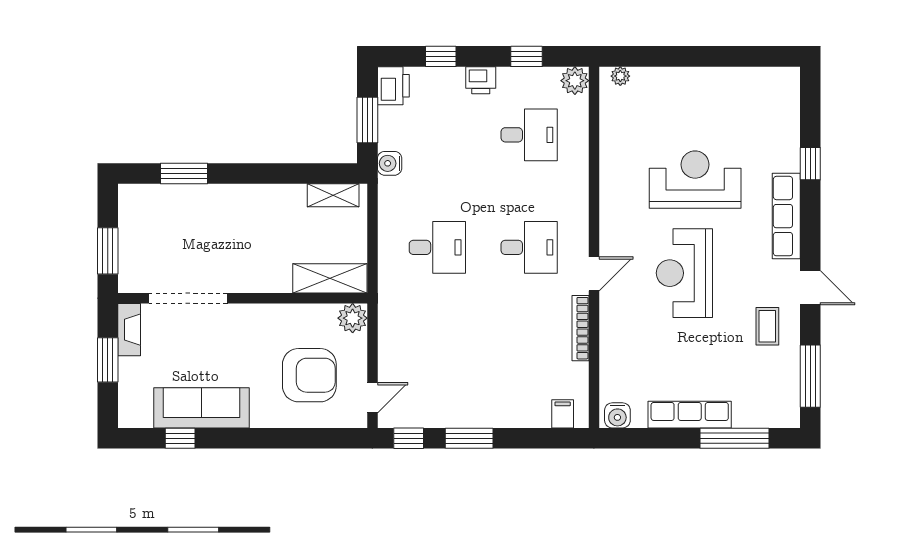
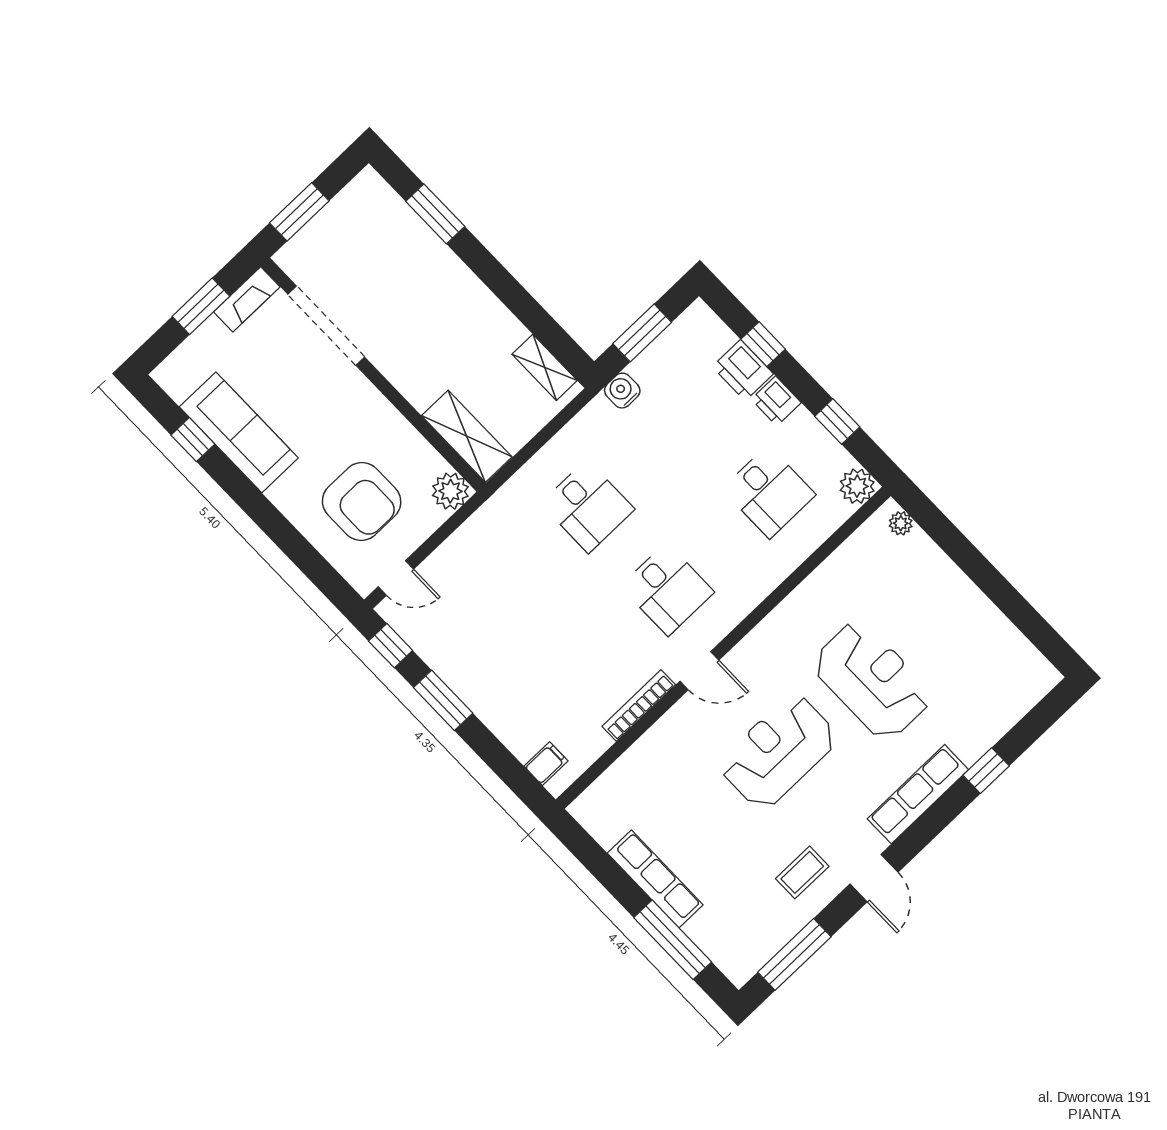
printer: (393, 86) -> (743, 370), moved, turned 90
water cooler: (617, 415) -> (592, 814), removed

